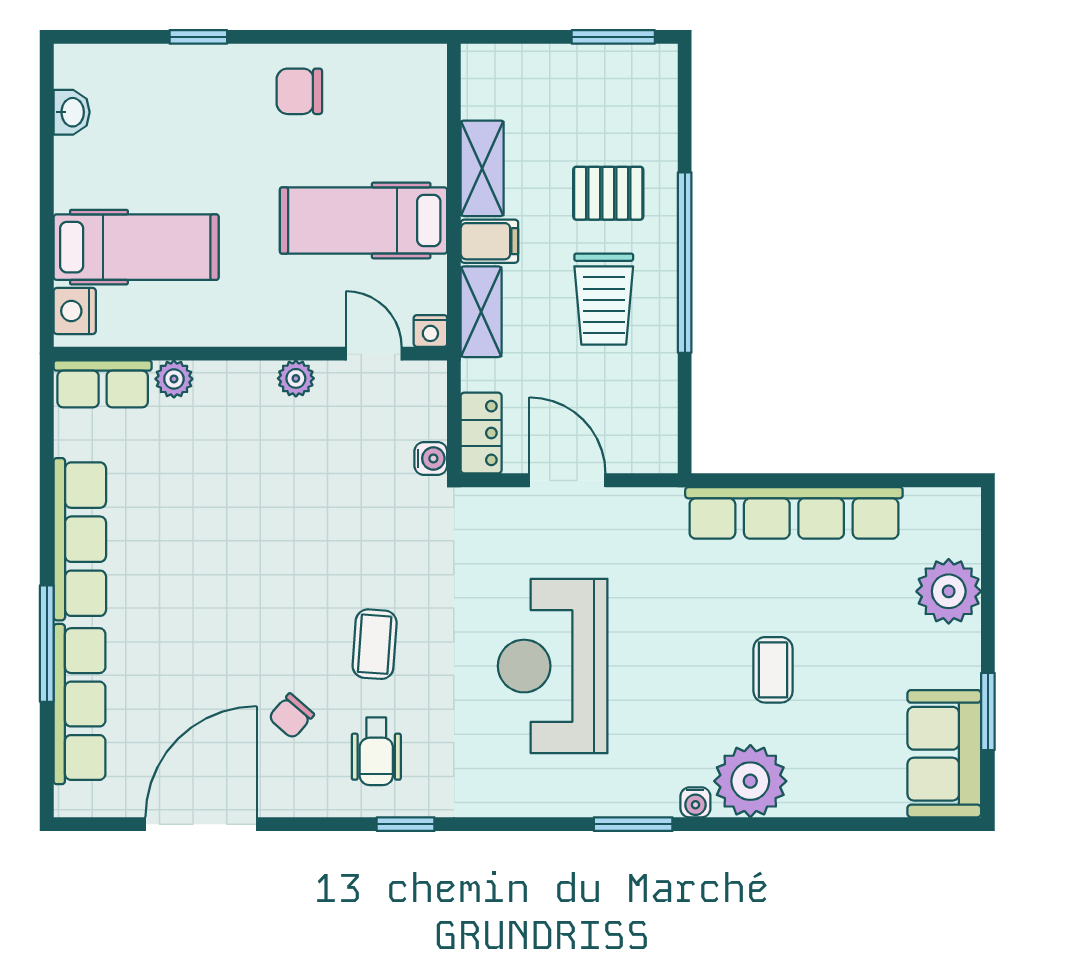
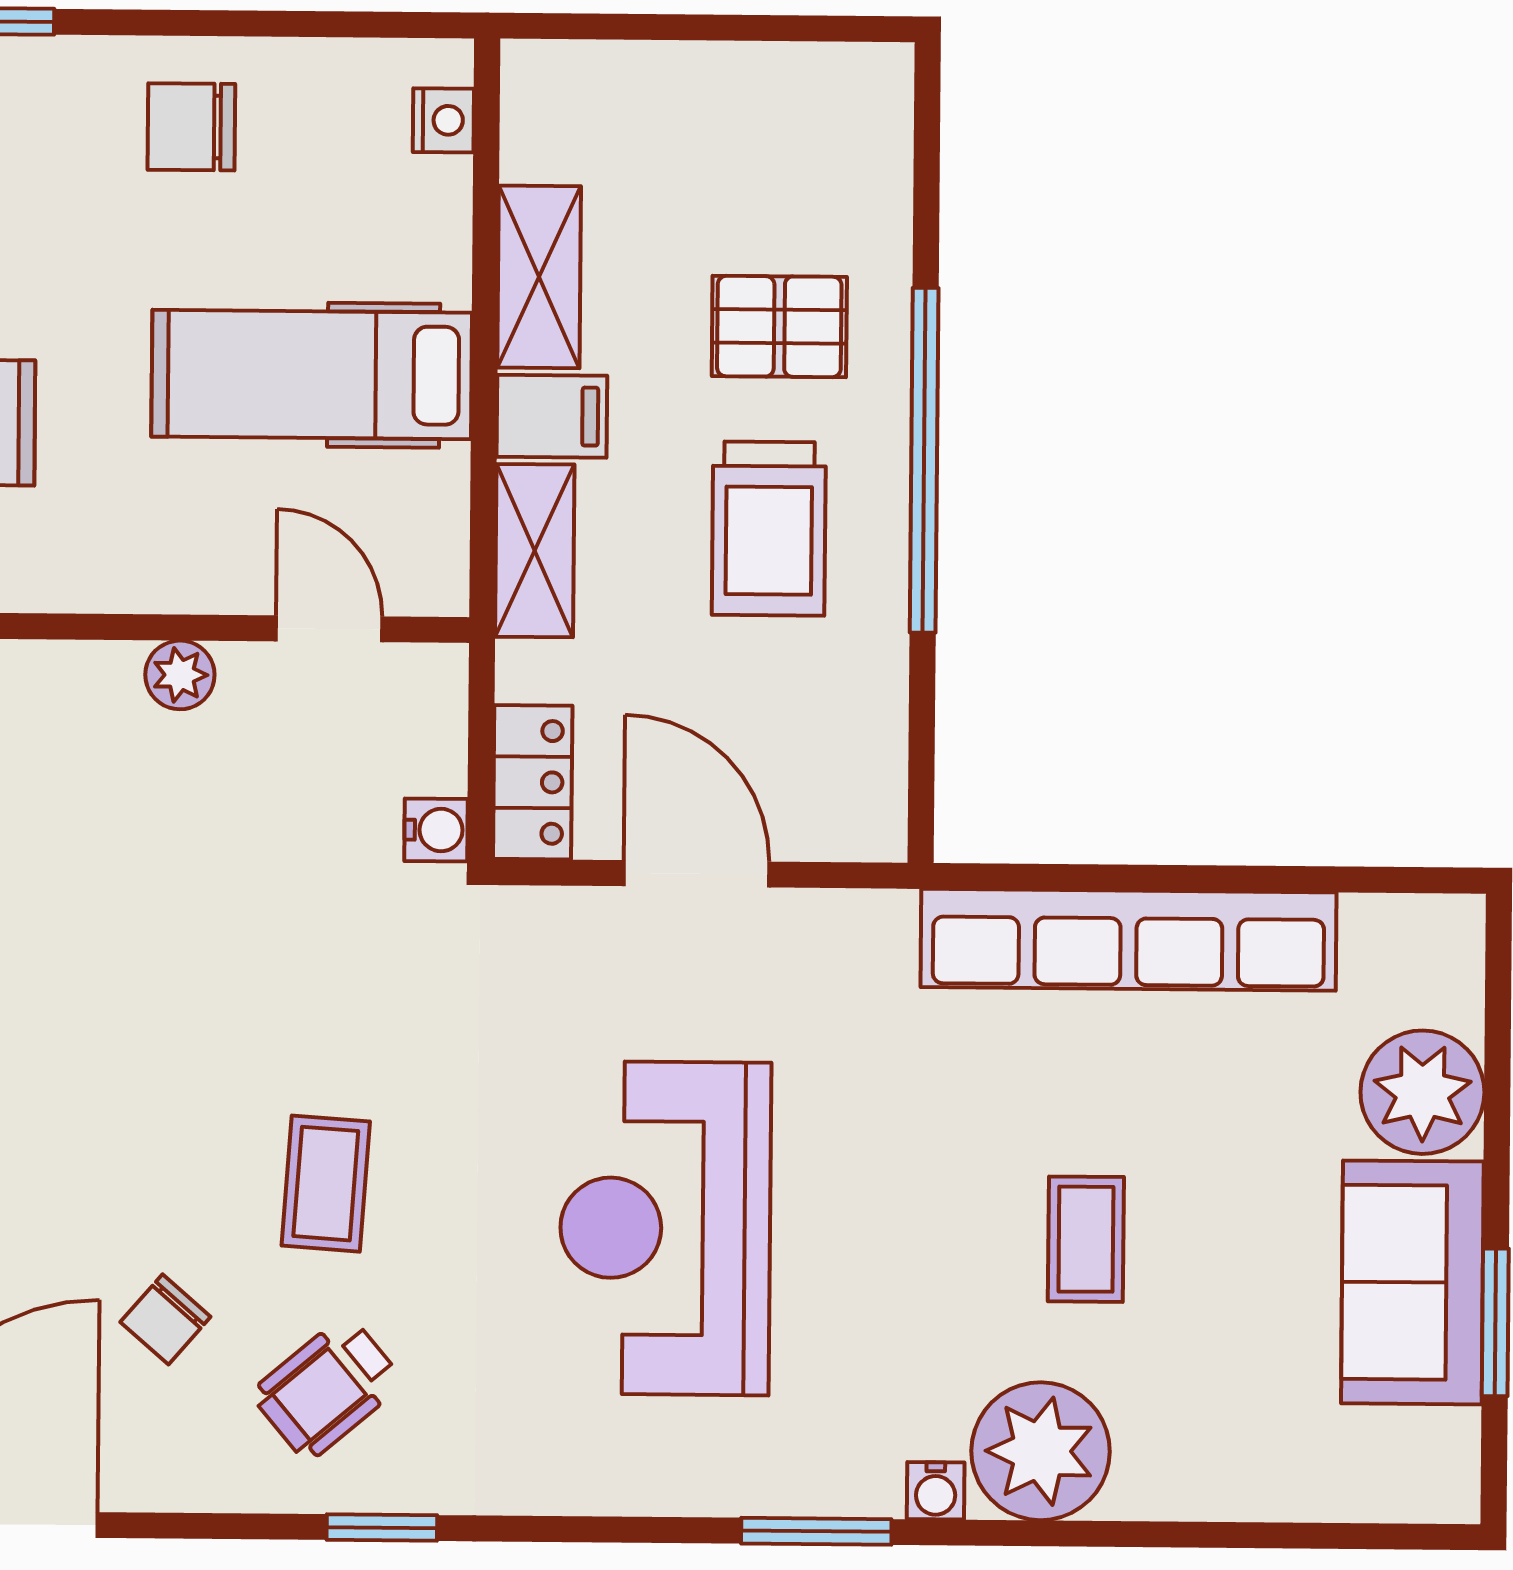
window: (613, 37) -> (791, 28), removed
nightstand: (430, 331) -> (443, 120), moved, turned -90
wheelchair: (376, 751) -> (327, 1388), turned 50
sofa: (944, 754) -> (1412, 1282), moved

